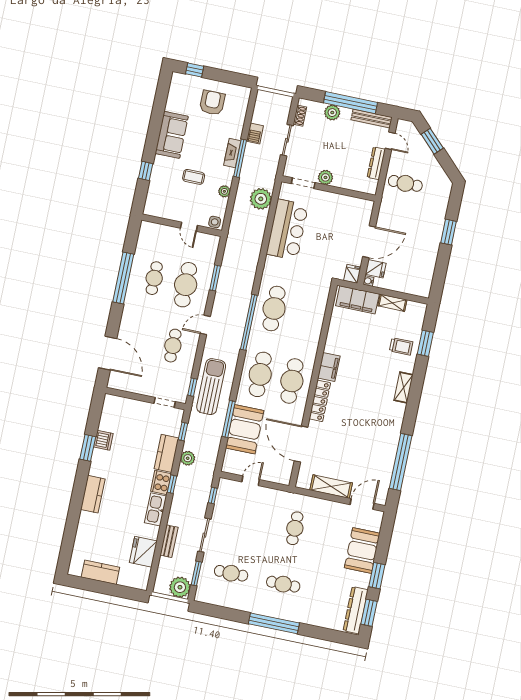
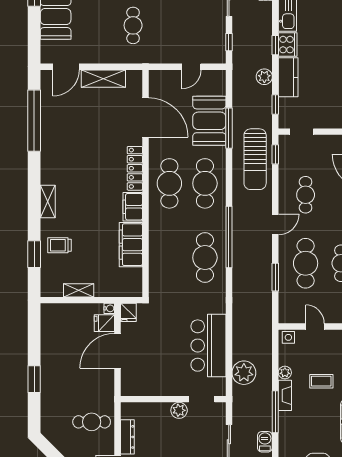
fireplace: (232, 153) -> (285, 395), moved
filing cabinet: (357, 300) -> (131, 245), moved, turned -90

